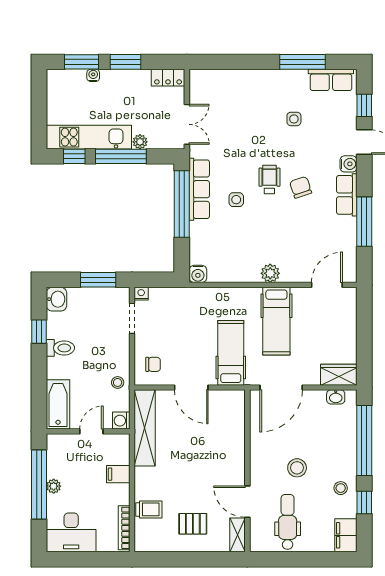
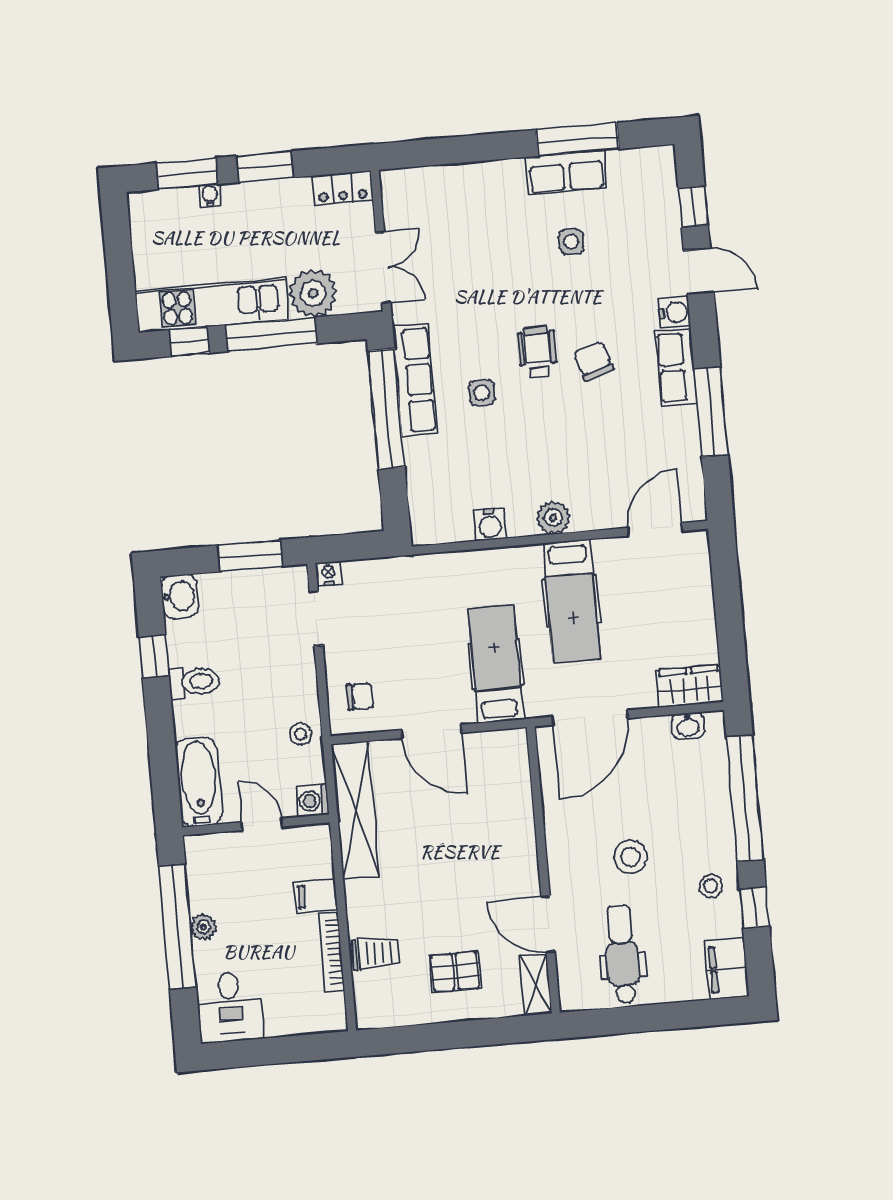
row of seats: (331, 80) -> (566, 173), moved
plant: (140, 142) -> (313, 293), width x1.87, depth x1.87
water cooler: (198, 274) -> (490, 524), moved
door: (91, 431) -> (262, 824), hinge flipped
bookcase: (124, 528) -> (331, 952), moved
desk: (71, 532) -> (230, 1007), width x0.73

